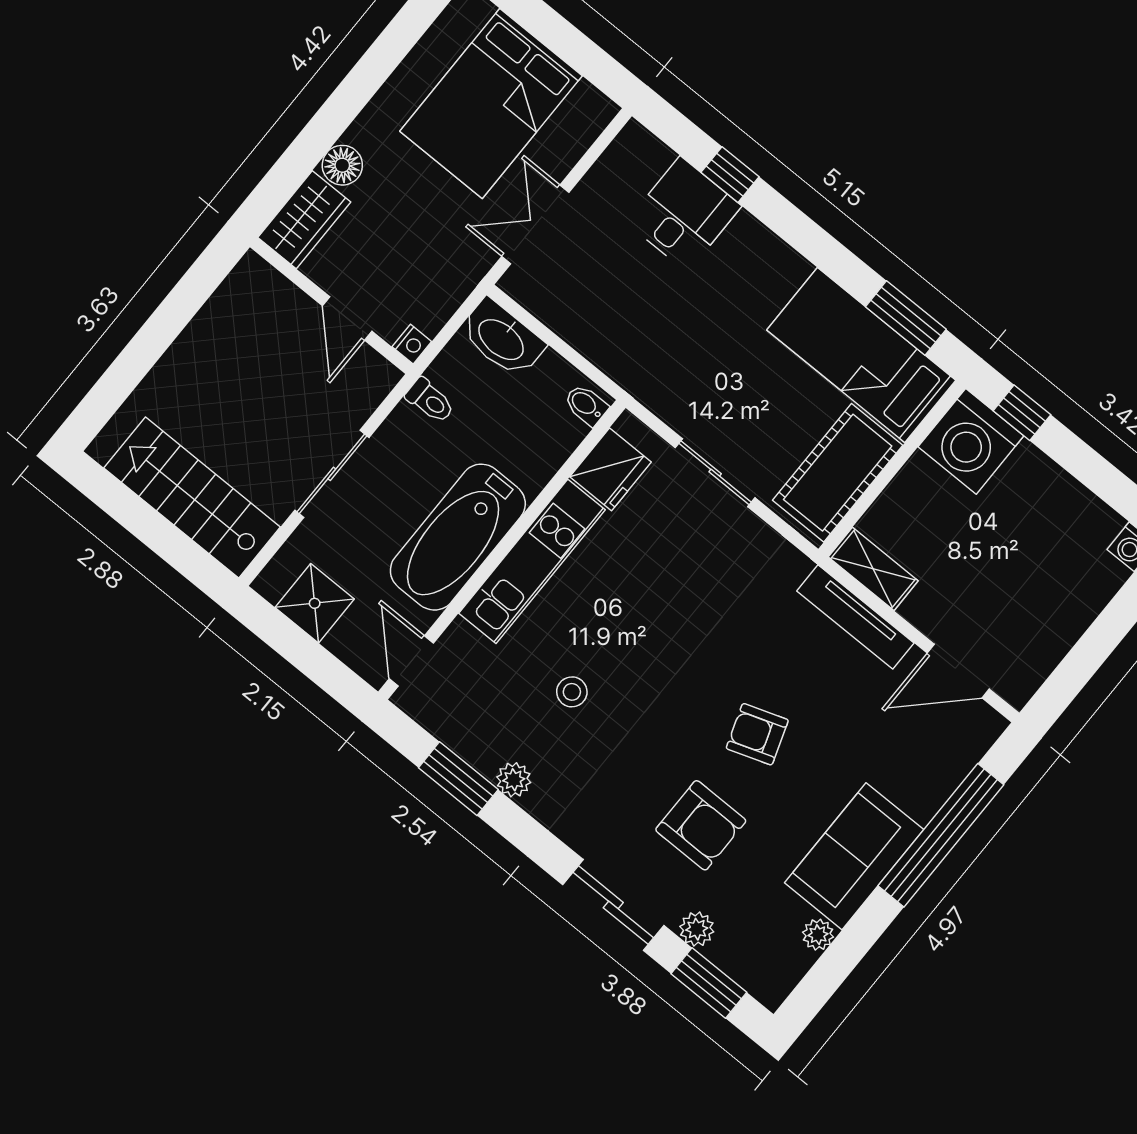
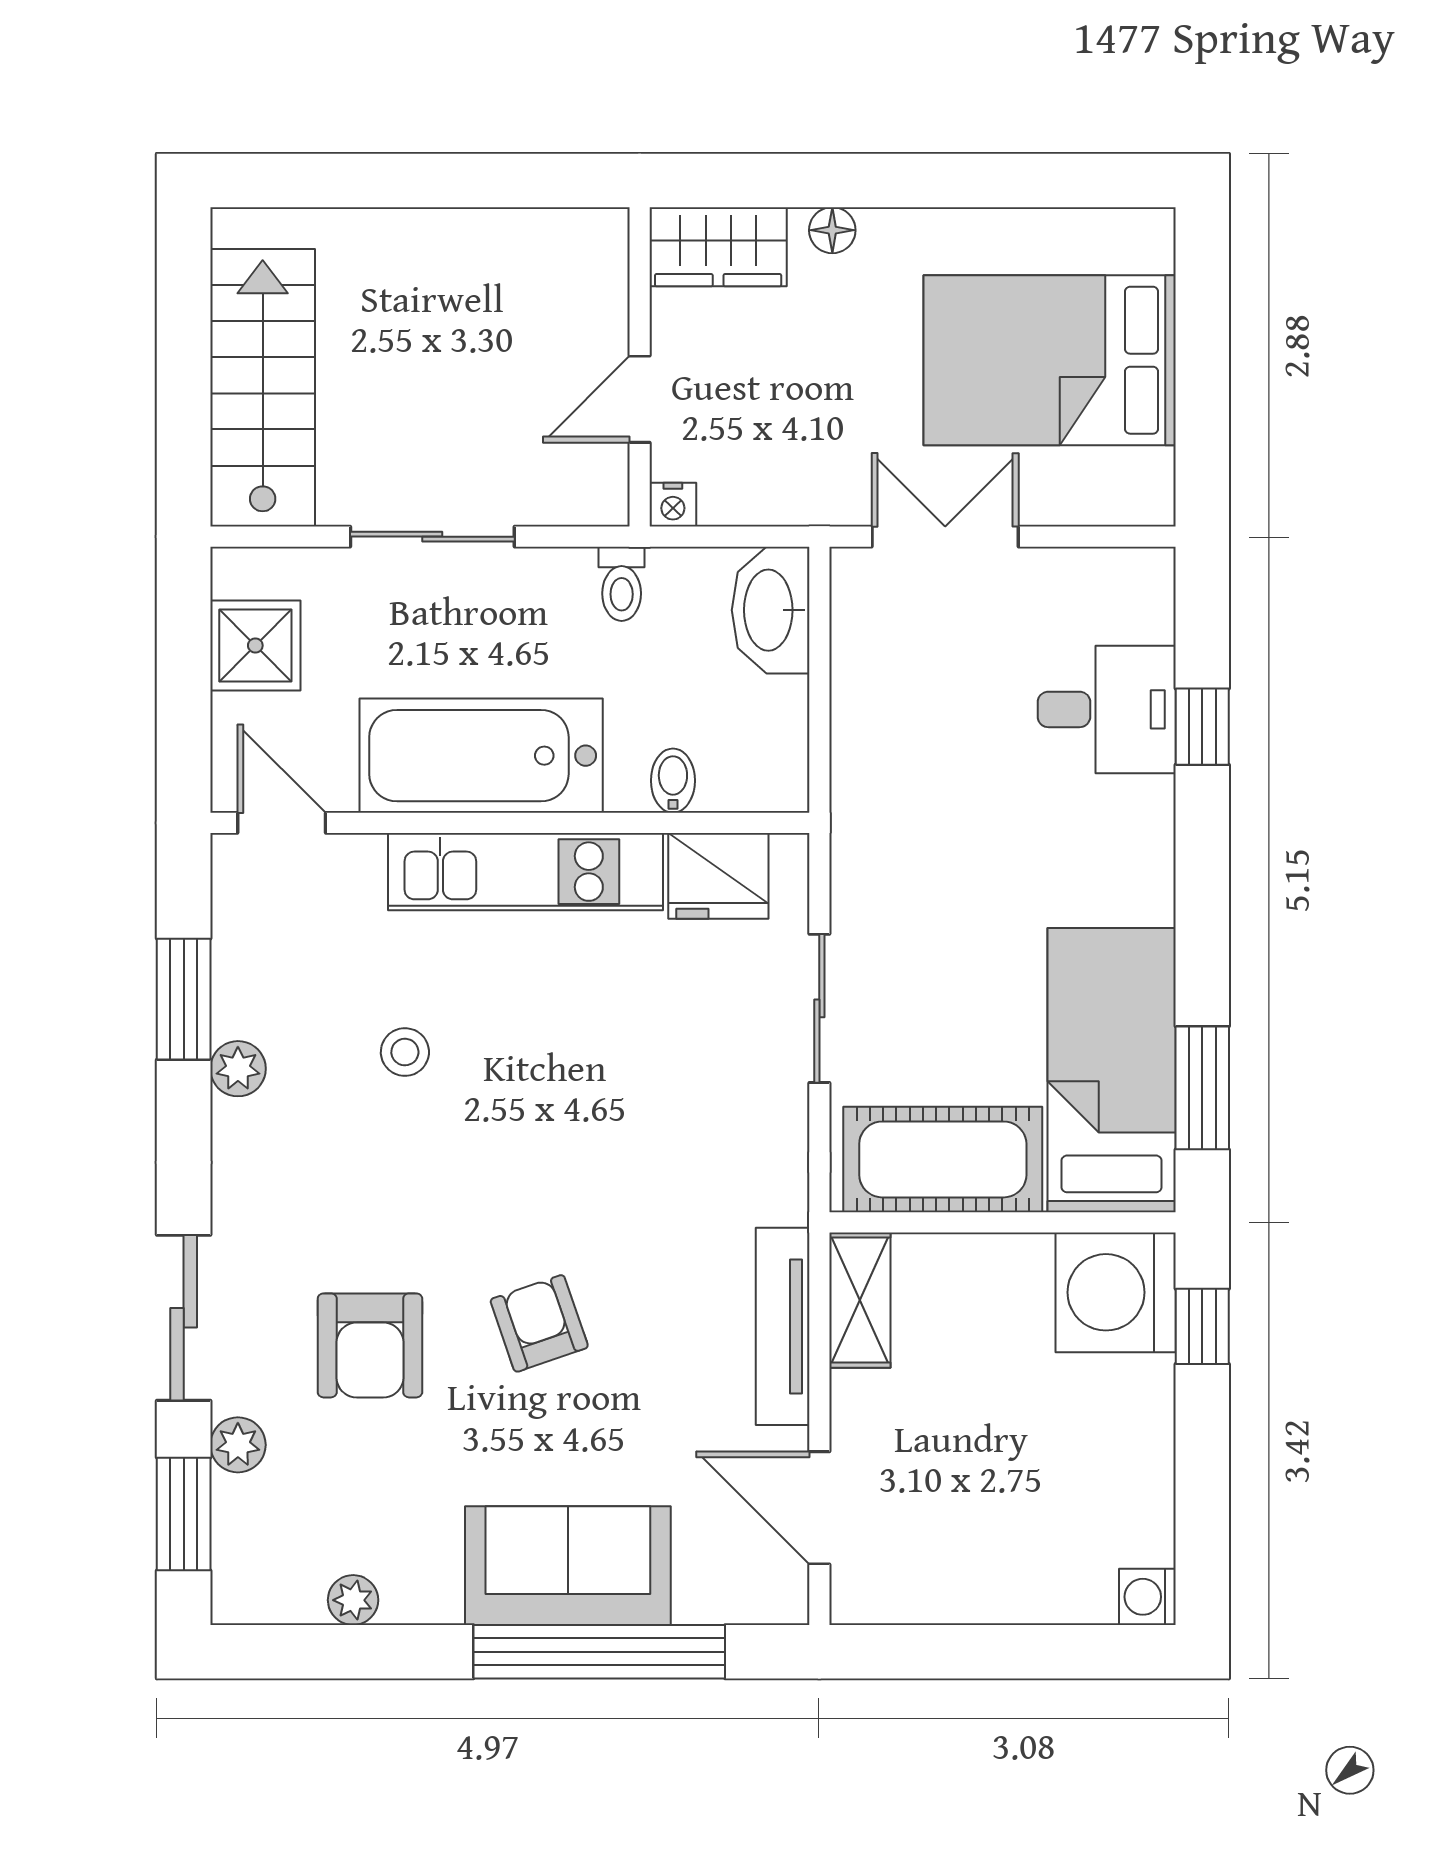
floor lamp: (342, 165) -> (832, 230), width x0.73, depth x0.73
bidet: (586, 405) -> (673, 781), moved
door: (411, 661) -> (282, 823), hinge flipped
sofa: (854, 856) -> (568, 1566), moved

